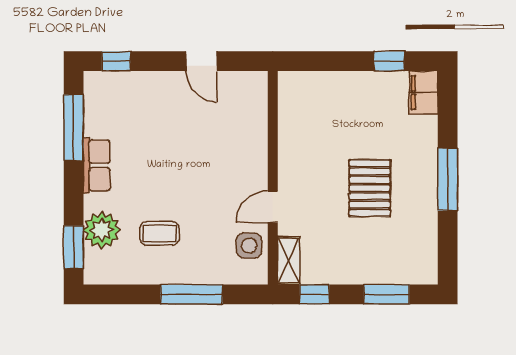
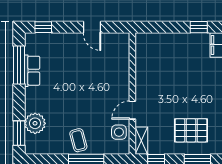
row of seats: (97, 165) -> (32, 71), moved
pallet: (370, 188) -> (191, 130), moved, turned 90
coffee table: (160, 234) -> (78, 140), moved, turned 75

